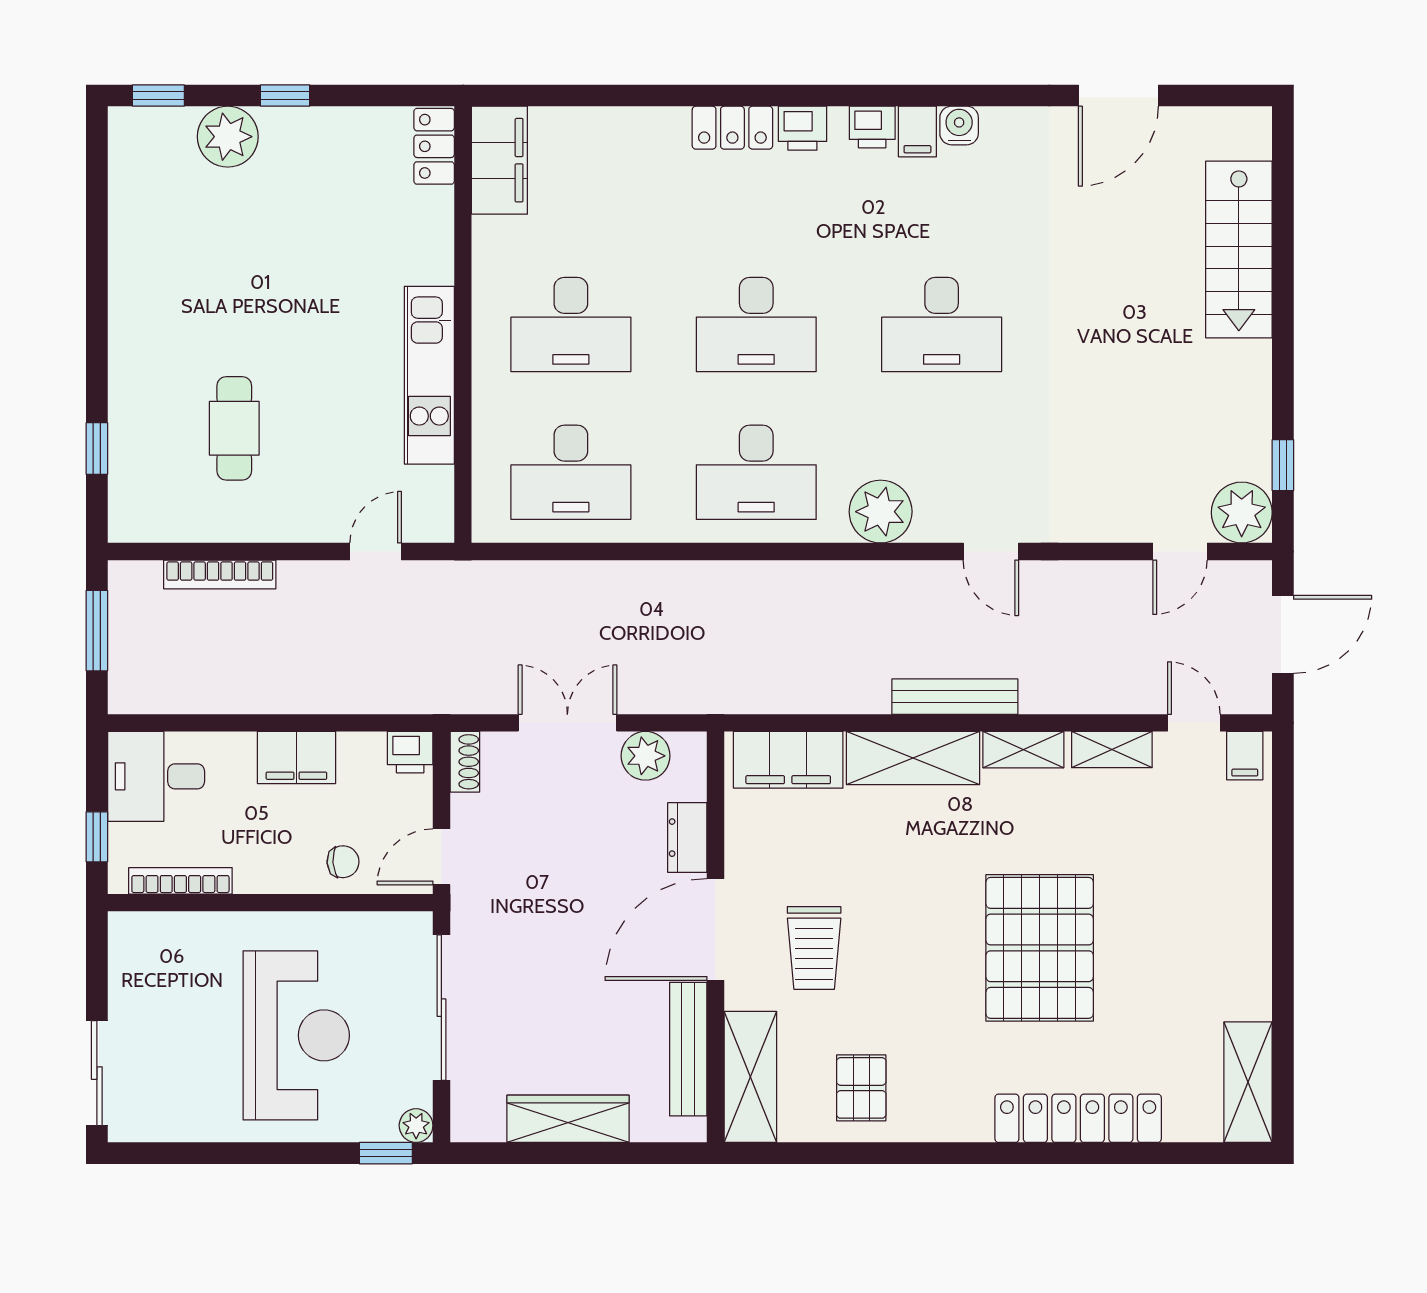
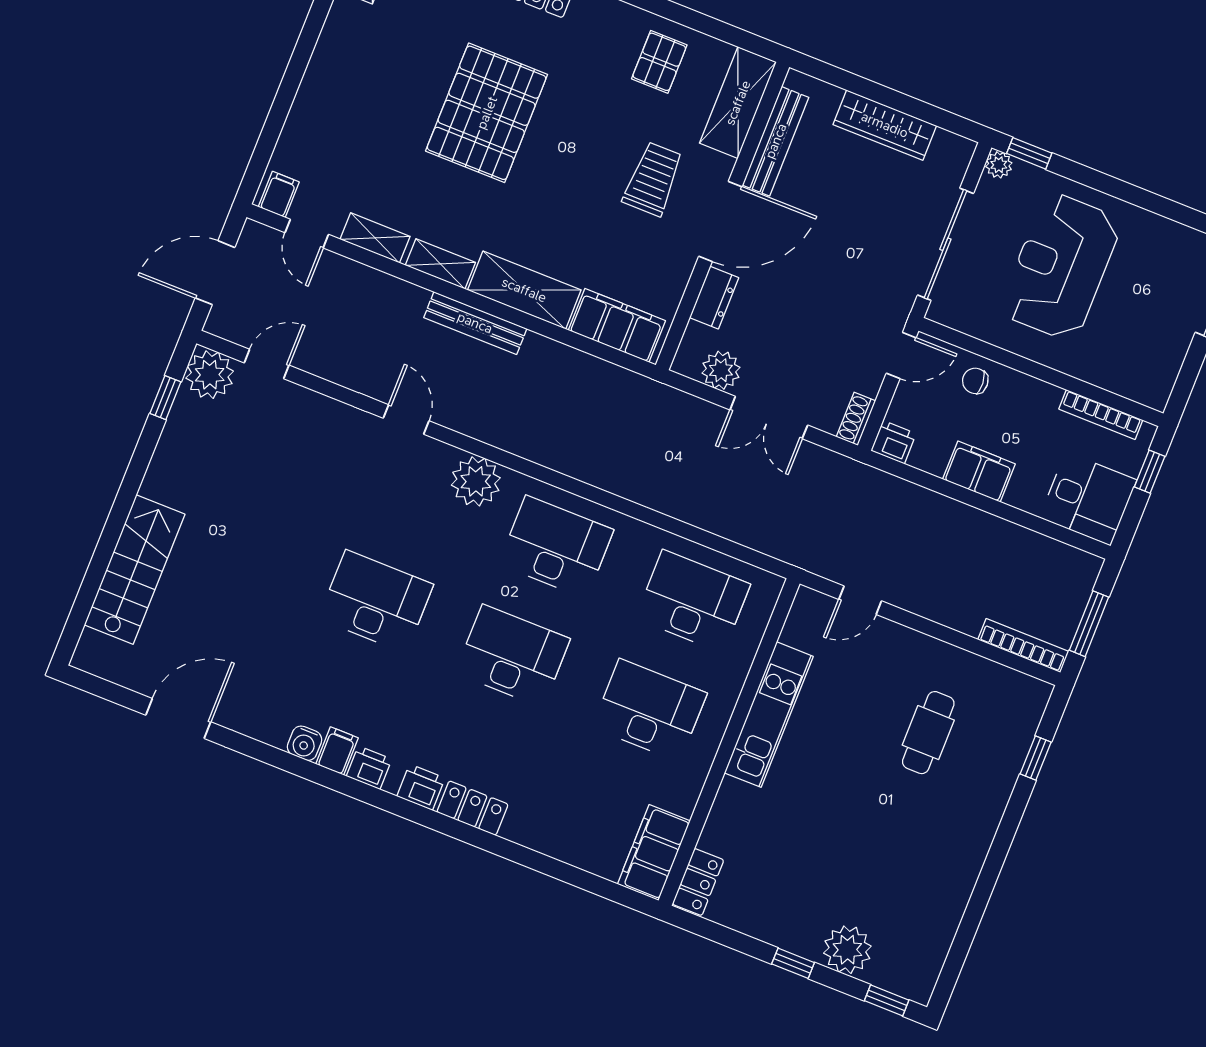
bookcase: (220, 574) -> (1023, 645), moved

